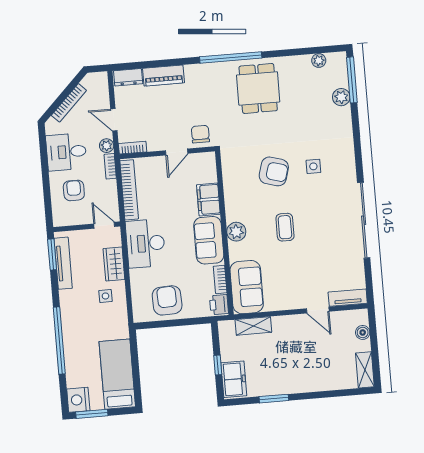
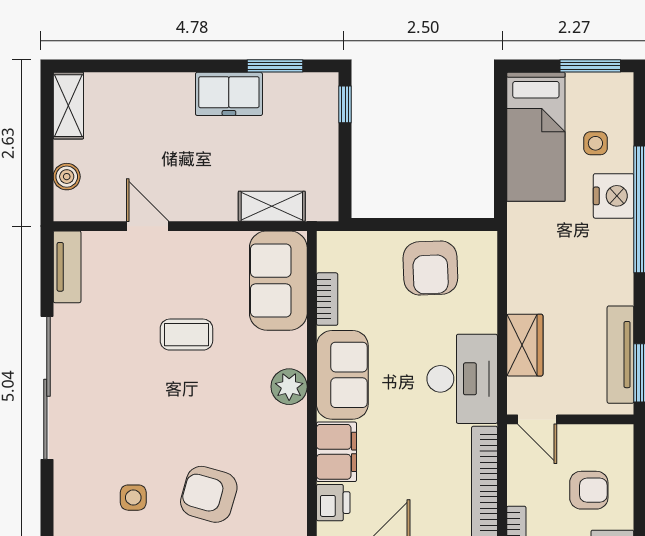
armchair: (74, 190) -> (589, 490), turned -90
coffee table: (285, 227) -> (186, 335), moved, turned 90
side table: (105, 296) -> (595, 143), moved
tv unit: (348, 298) -> (67, 267), moved, turned -90
printer: (219, 305) -> (333, 503), moved
window: (218, 365) -> (345, 104), moved
freezer: (234, 379) -> (229, 94), moved, turned -90
window: (274, 399) -> (275, 66), moved
nightstand: (78, 400) -> (614, 196), moved

